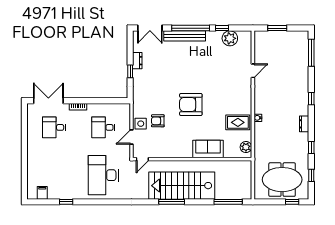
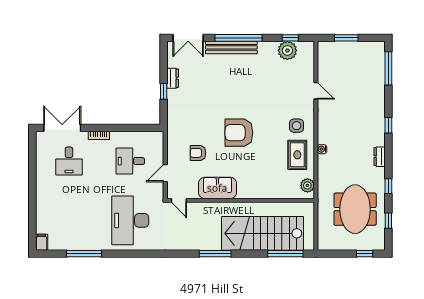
window: (222, 28) -> (290, 38), moved
door: (253, 71) -> (316, 91), hinge flipped
rug: (238, 122) -> (297, 155), turned 90
side table: (141, 124) -> (296, 126), moved
desk: (54, 127) -> (69, 161), turned -90
sofa: (208, 149) -> (217, 188), moved
door: (142, 159) -> (179, 200), hinge flipped
meeting table: (282, 180) -> (355, 209), moved, turned 90
stairs: (182, 186) -> (262, 233), moved
filing cabinet: (42, 193) -> (42, 242), moved
window: (66, 202) -> (84, 254), width x2.17

